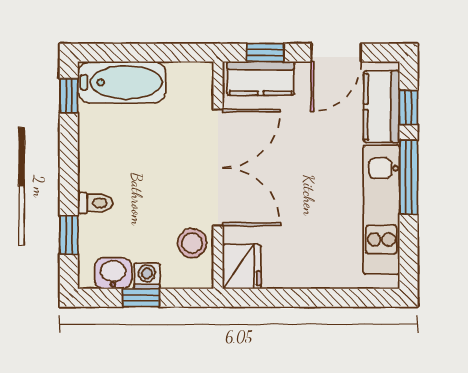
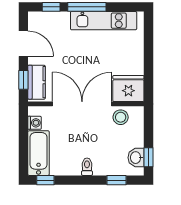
kitchen counter: (382, 107) -> (51, 20), removed
toilet: (95, 203) -> (87, 167), moved
fridge: (242, 267) -> (128, 89), width x1.36, depth x1.34
washing machine: (147, 276) -> (35, 123), moved, turned 180
window: (141, 298) -> (148, 157), moved

